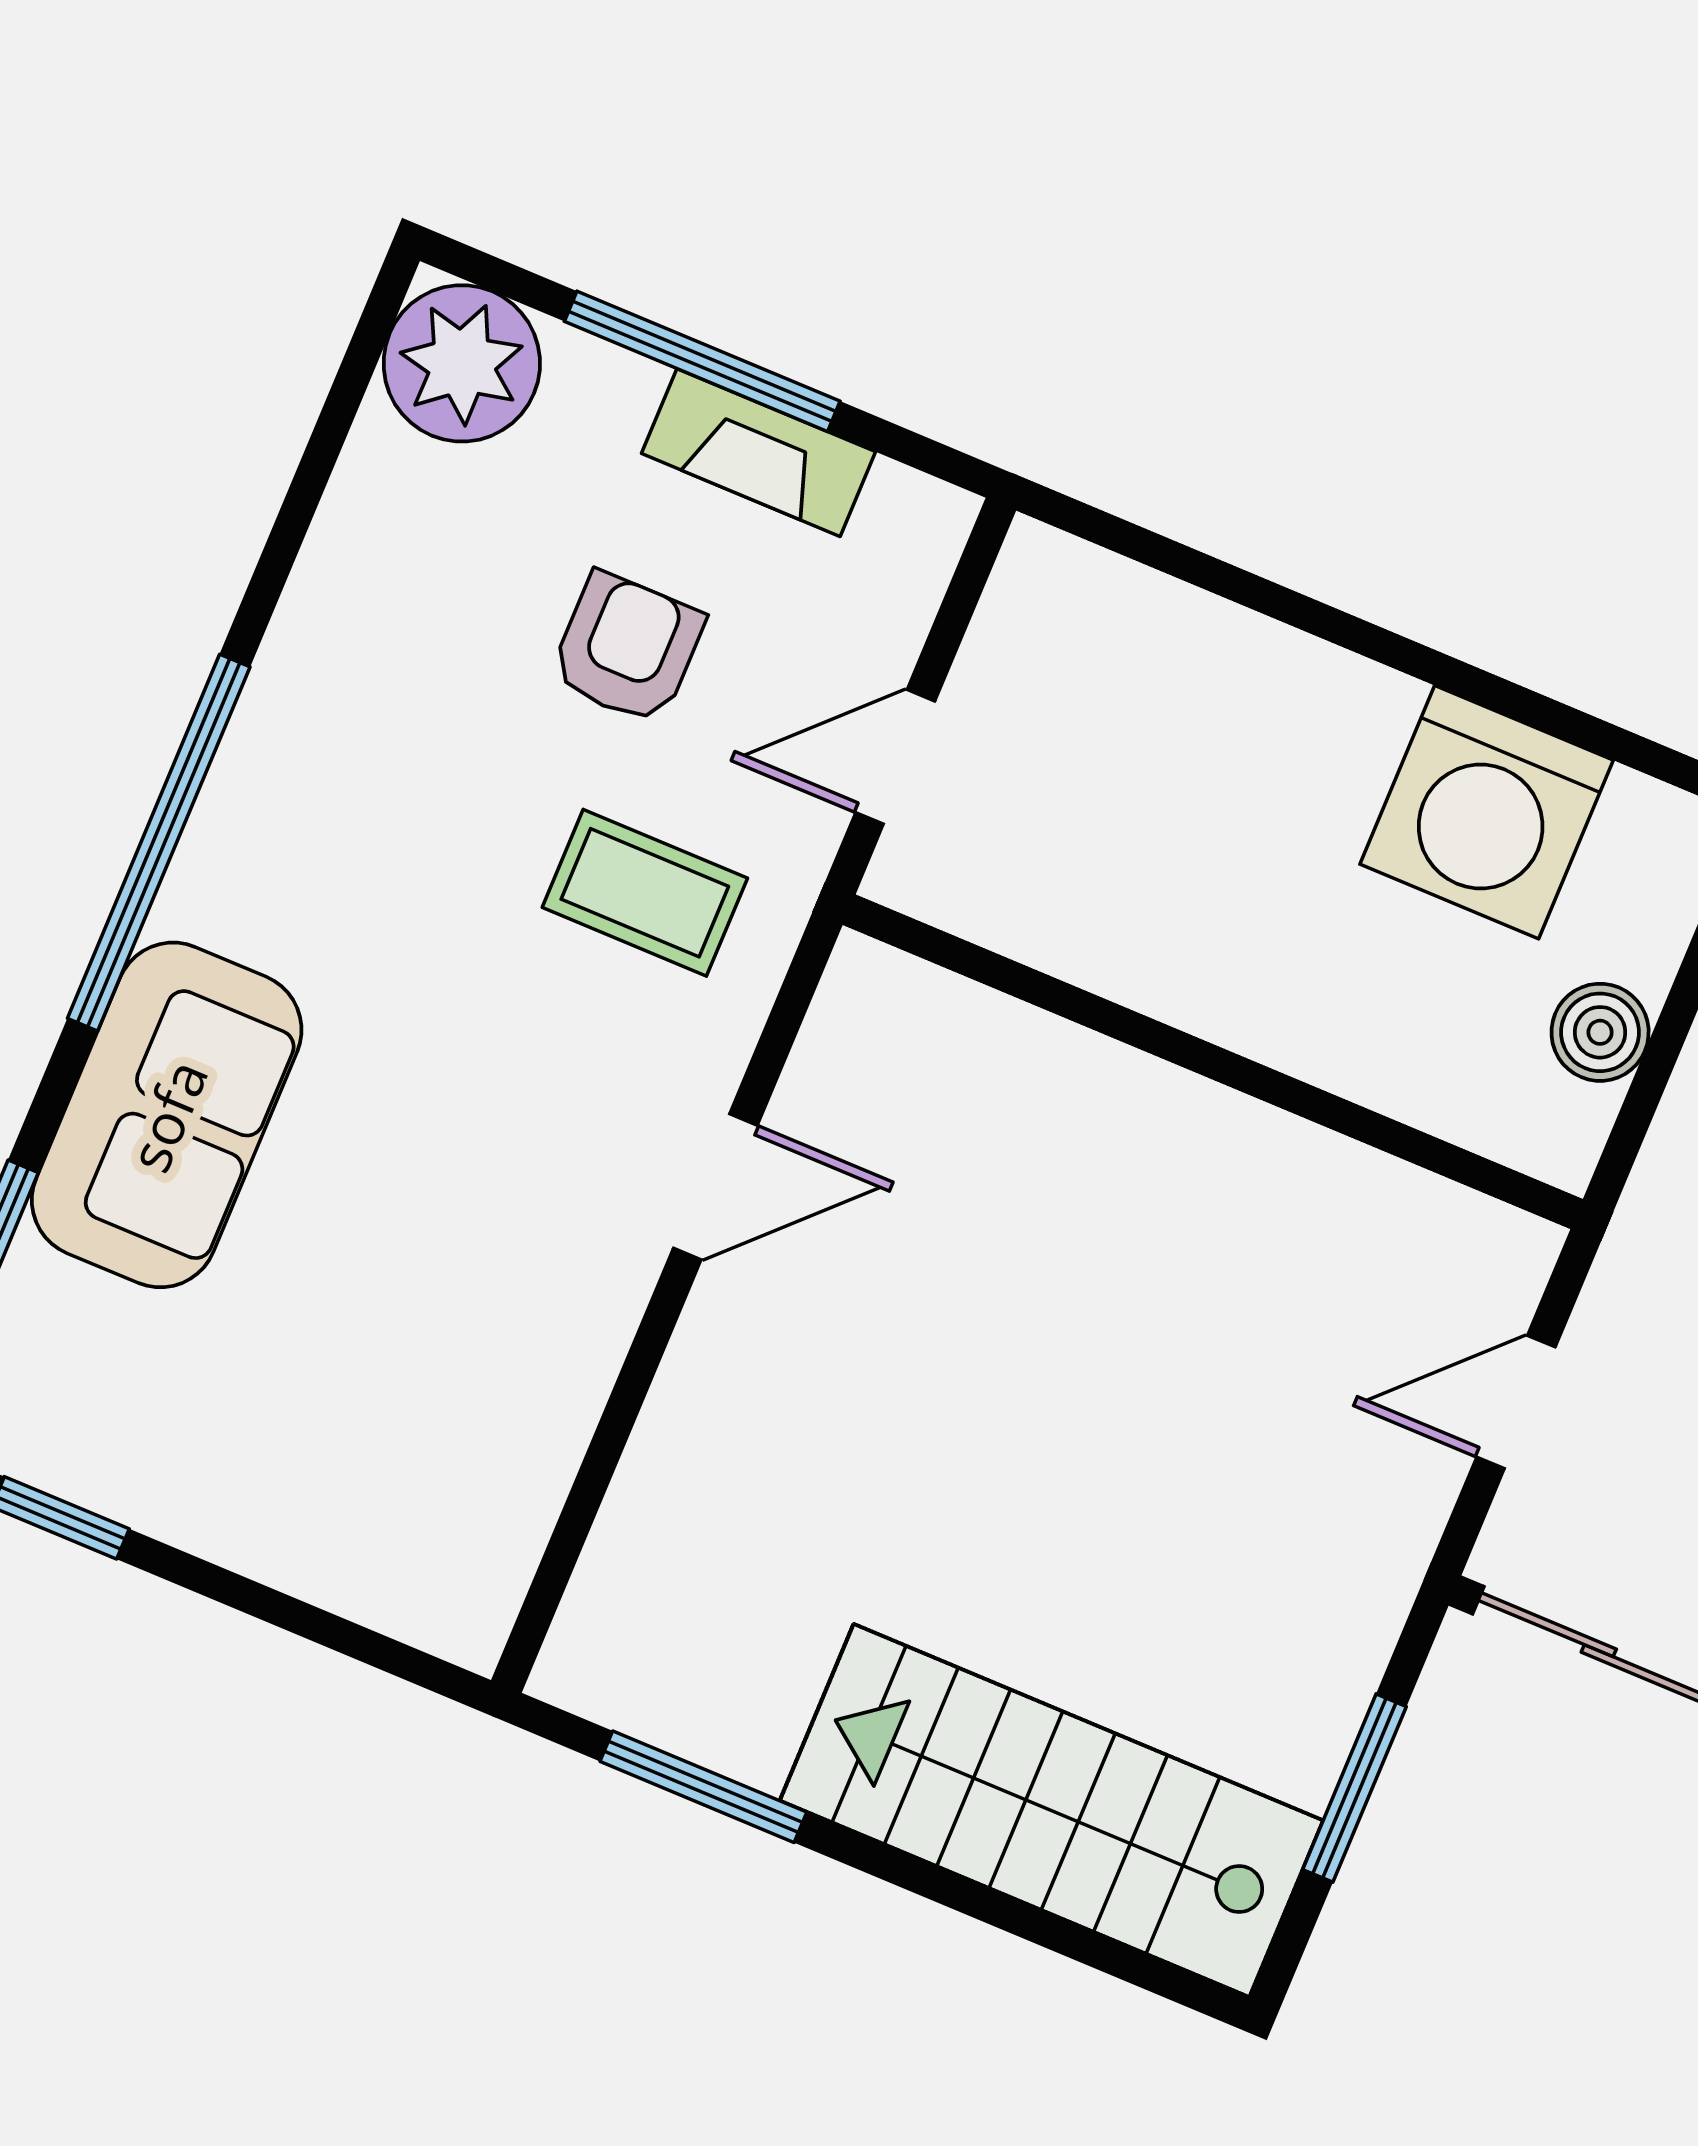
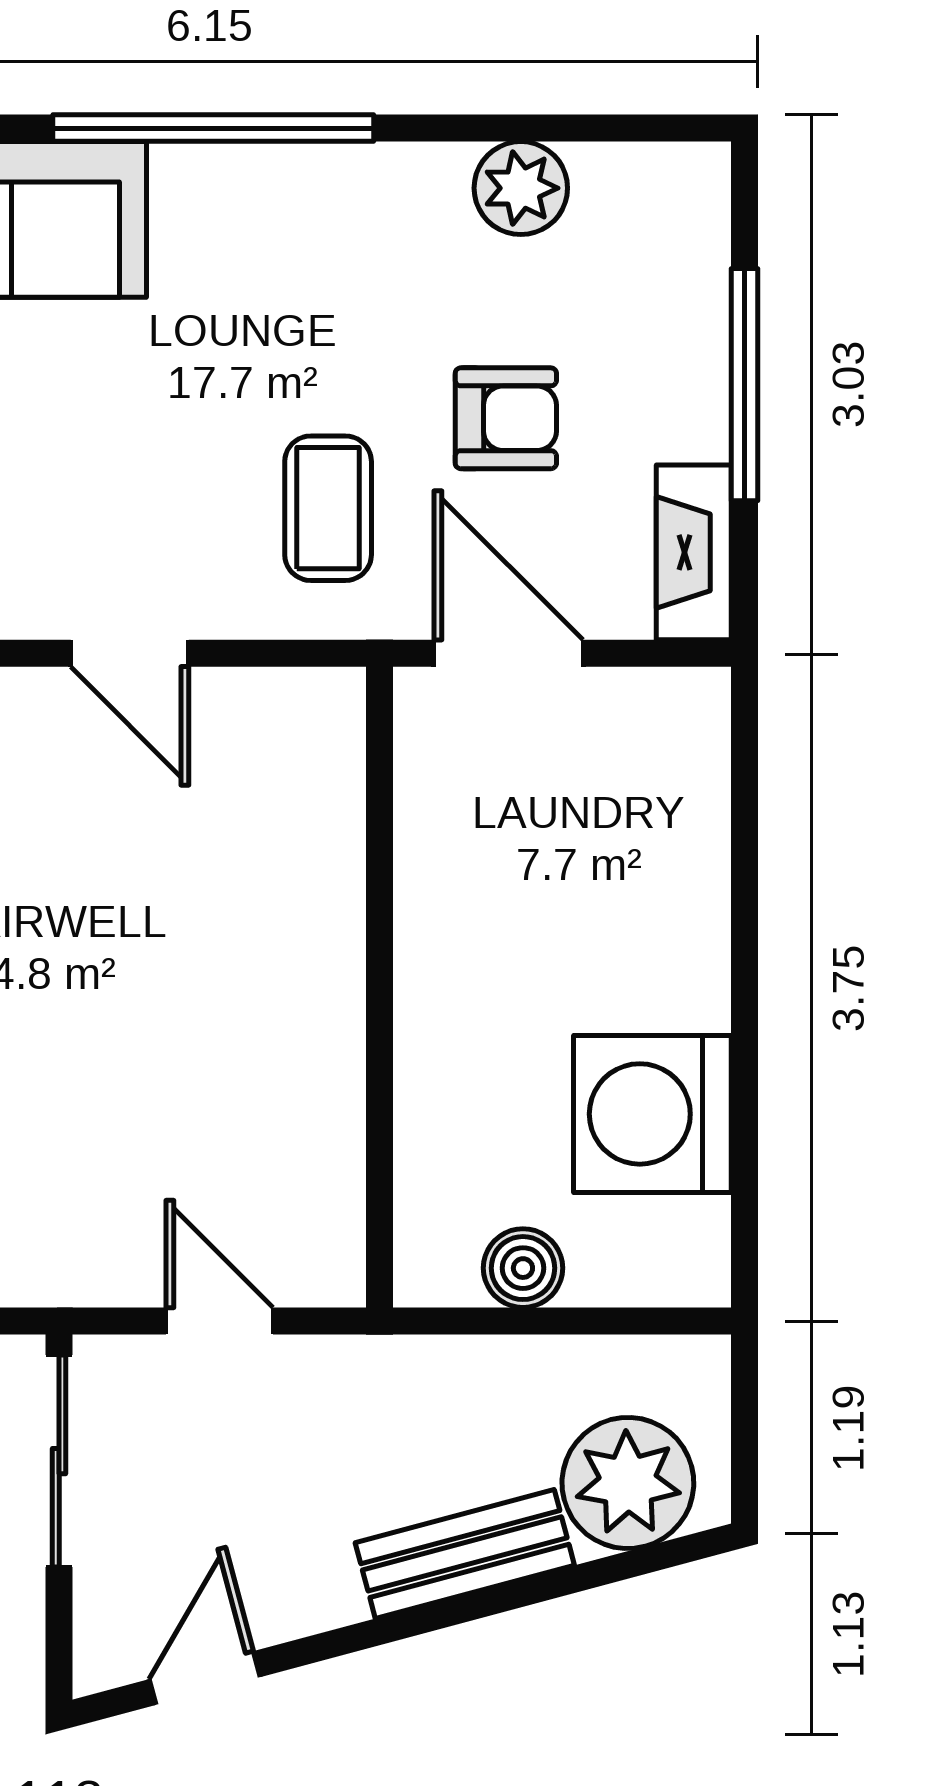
plant: (462, 363) -> (521, 188), moved, width x0.73, depth x0.73
fireplace: (759, 453) -> (694, 552), moved
door: (895, 757) -> (508, 653), width x1.38

